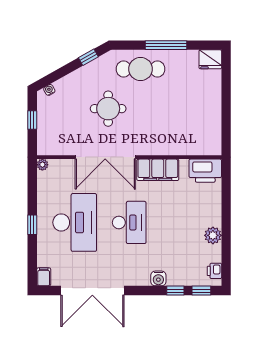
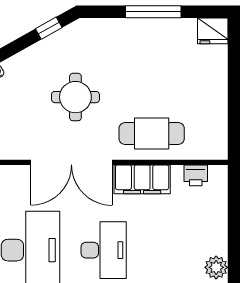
cafe table: (141, 69) -> (152, 133), moved
printer: (205, 171) -> (196, 175), width x0.53, depth x0.68

